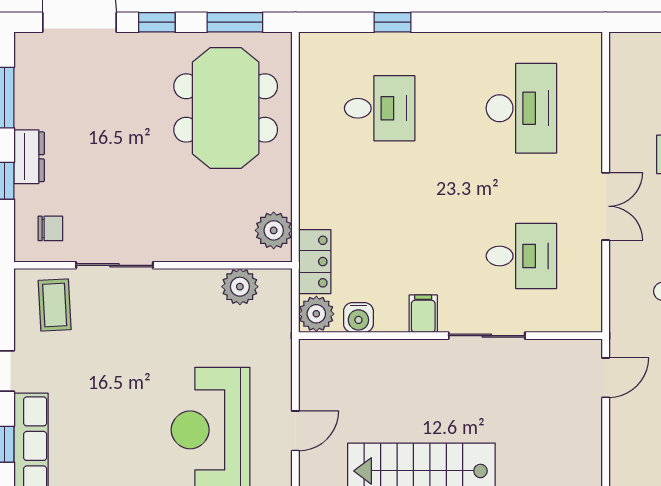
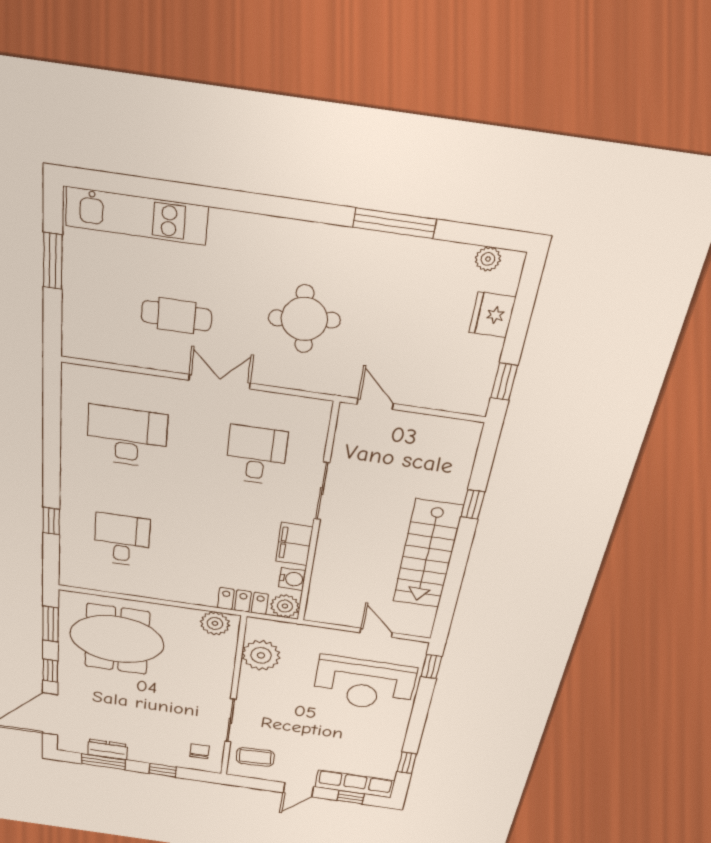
dresser: (29, 157) -> (107, 749), moved
plant: (240, 287) -> (261, 655), width x1.36, depth x1.36
filing cabinet: (423, 314) -> (294, 544), width x2.00

